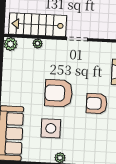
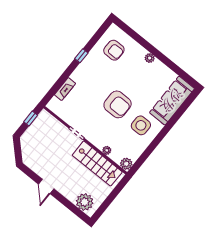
armchair: (97, 103) -> (114, 50), moved
side table: (51, 128) -> (141, 125), moved

